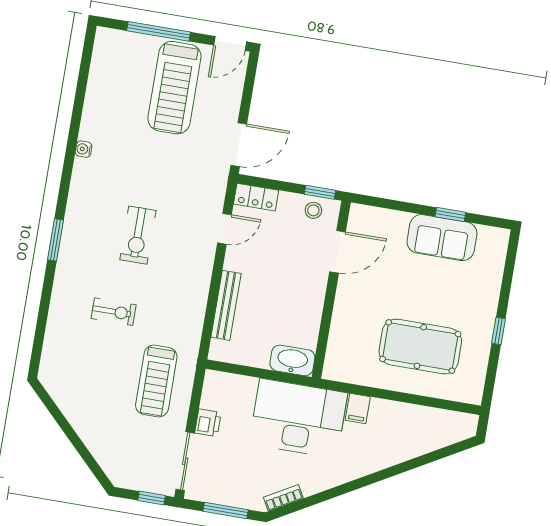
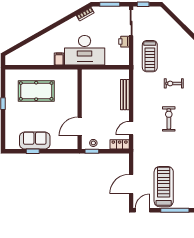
door: (239, 145) -> (131, 184), moved
washbasin: (292, 360) -> (91, 75), removed
treadmill: (156, 381) -> (150, 56), turned 180

